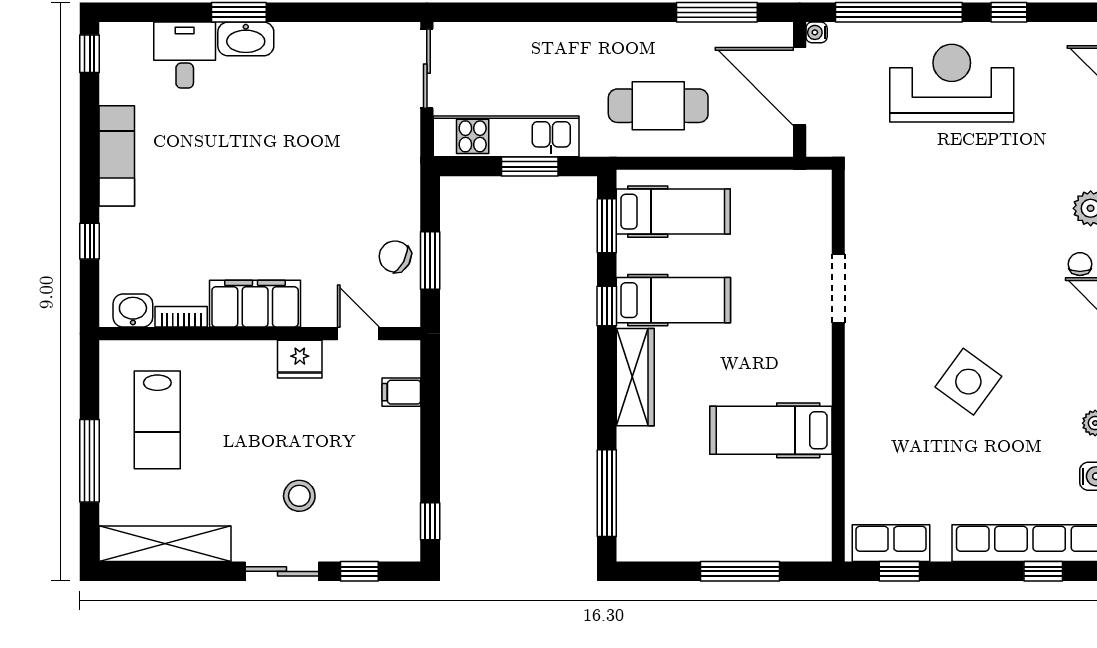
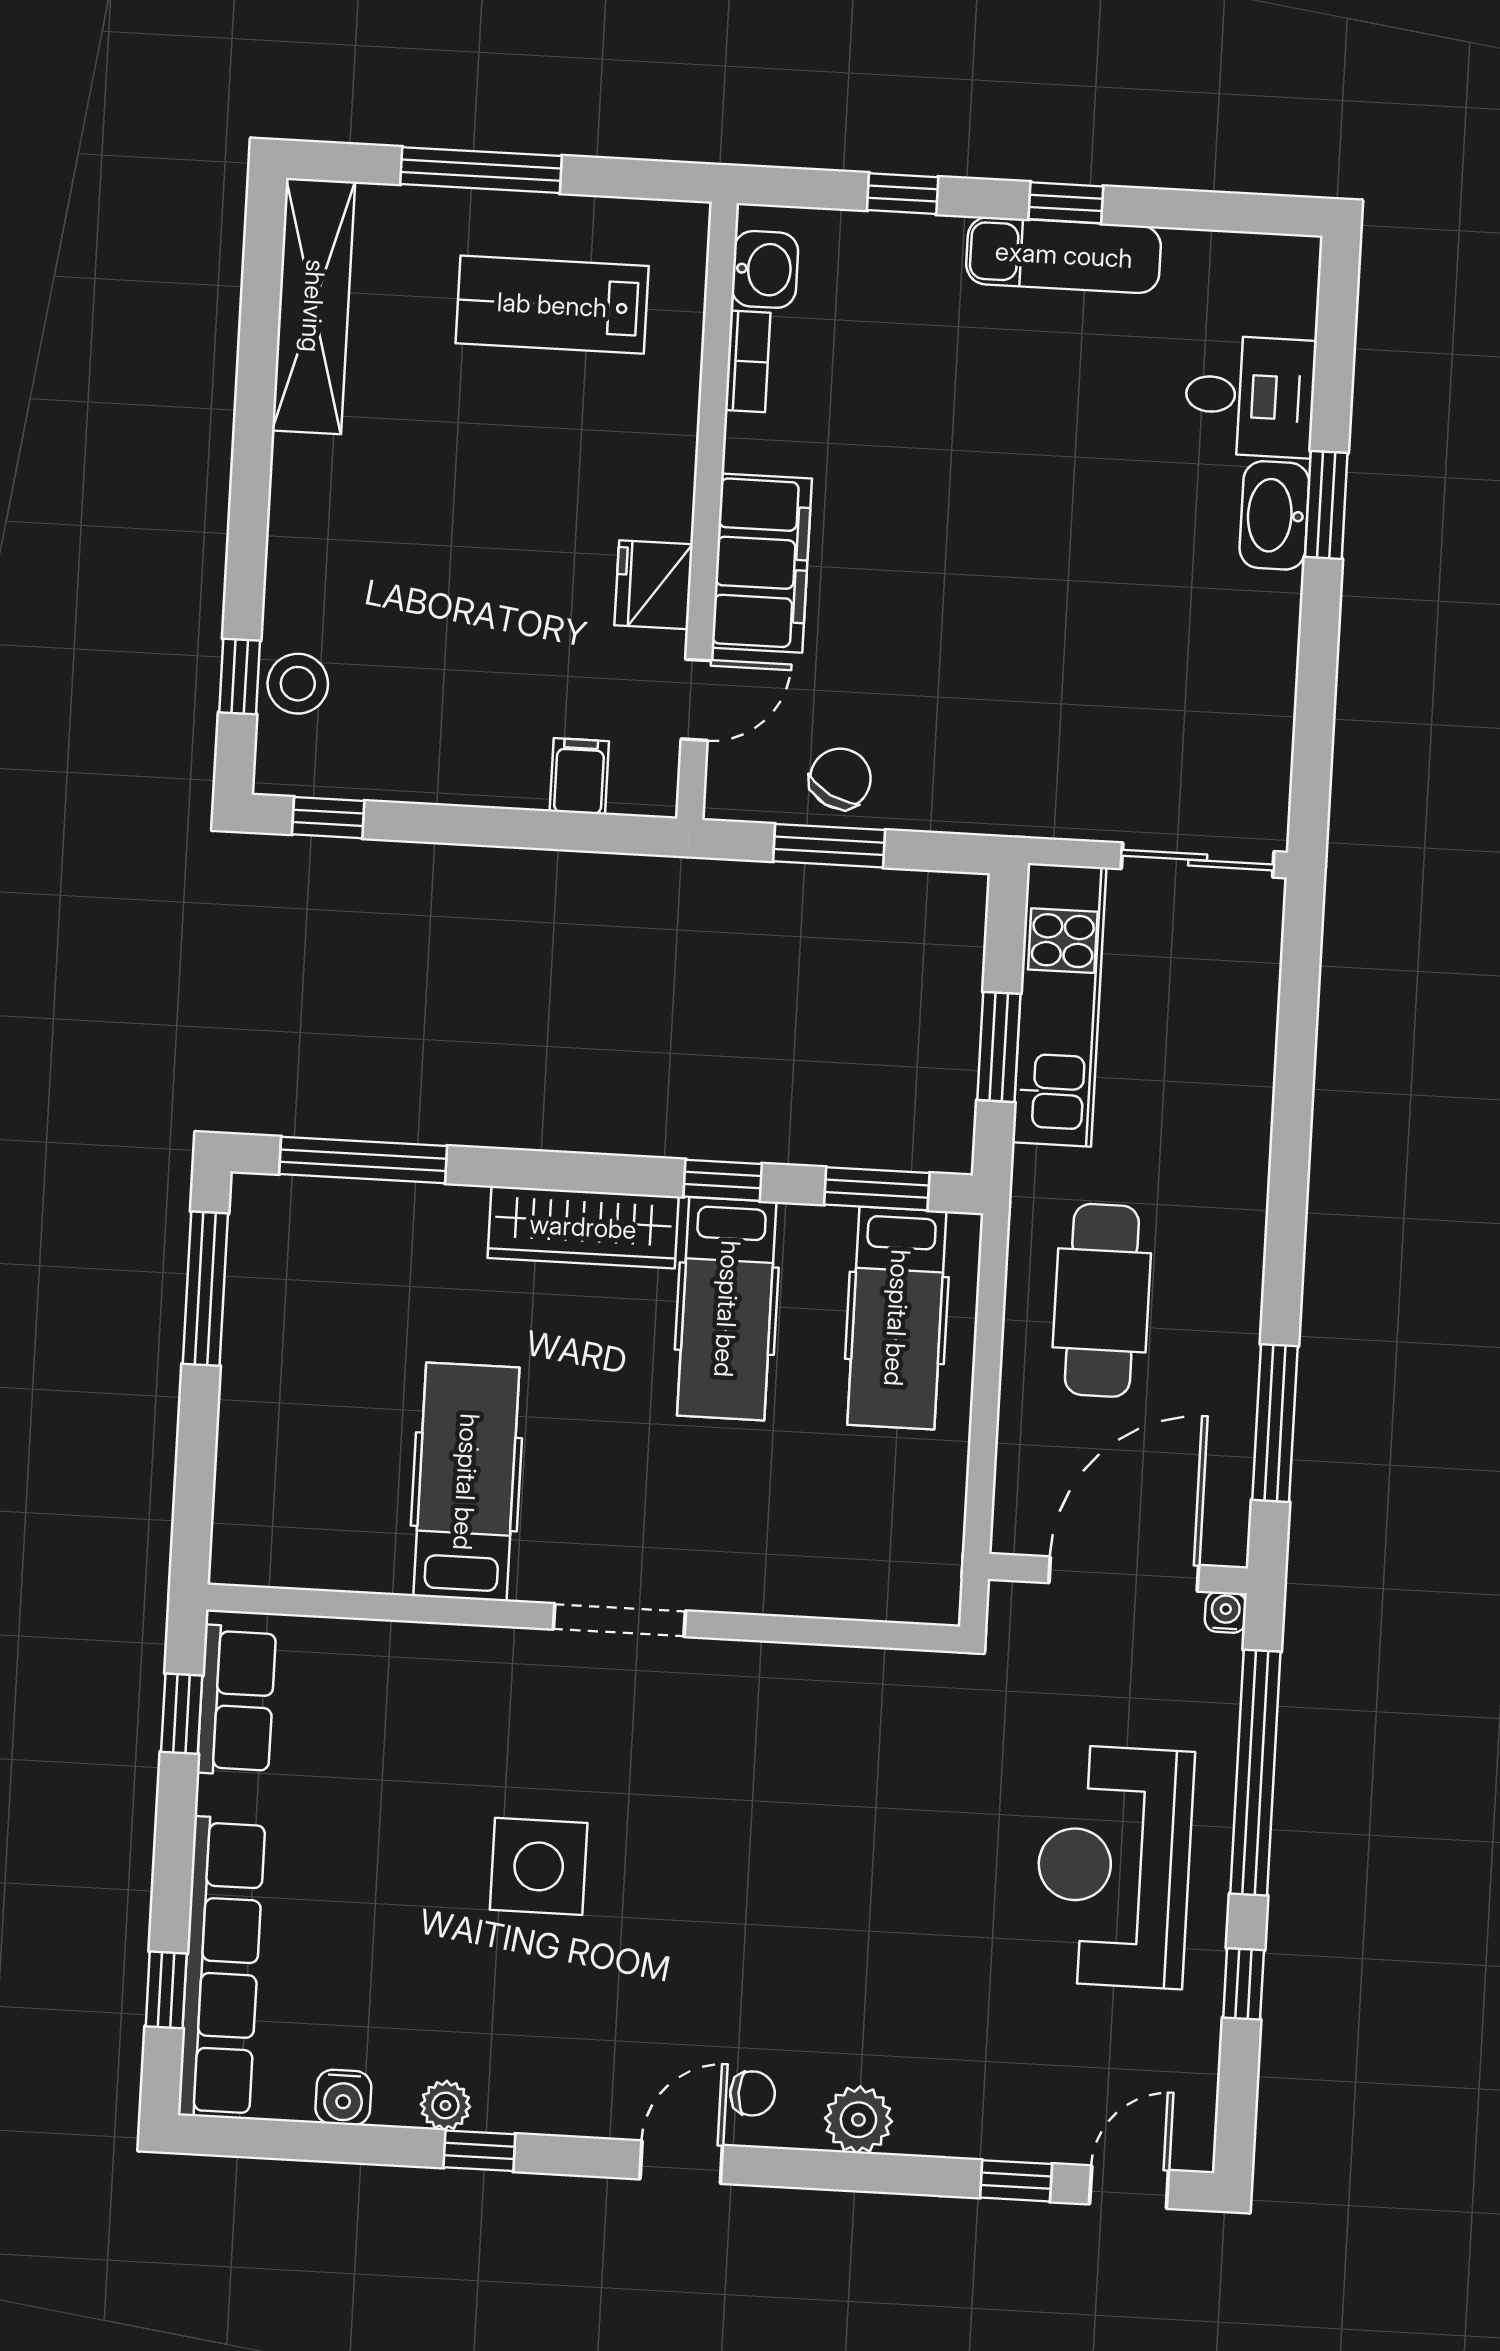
window: (90, 54) -> (1066, 203), moved
reception desk: (952, 83) -> (1114, 1866), turned 180
doorway: (838, 288) -> (619, 1620), moved
filing cabinet: (255, 304) -> (762, 563), moved
side table: (968, 382) -> (539, 1866), turned -36
stool: (299, 496) -> (298, 684), moved
sliding door: (282, 571) -> (248, 528), removed
window: (740, 571) -> (205, 1289), moved

